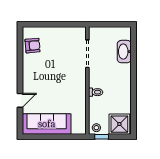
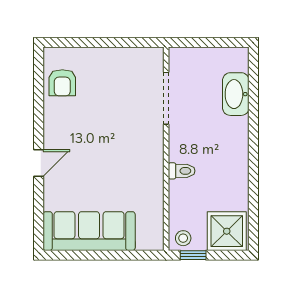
armchair: (33, 46) -> (62, 83), turned 95
door: (20, 100) -> (39, 163), moved

